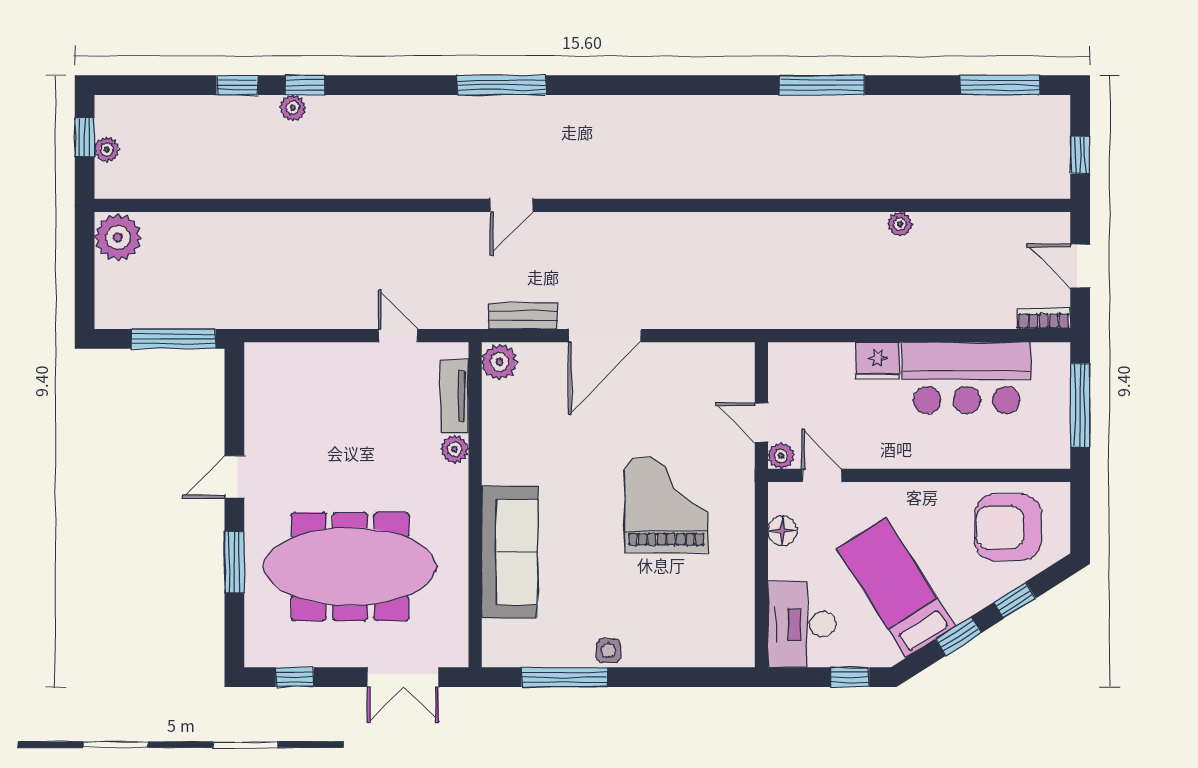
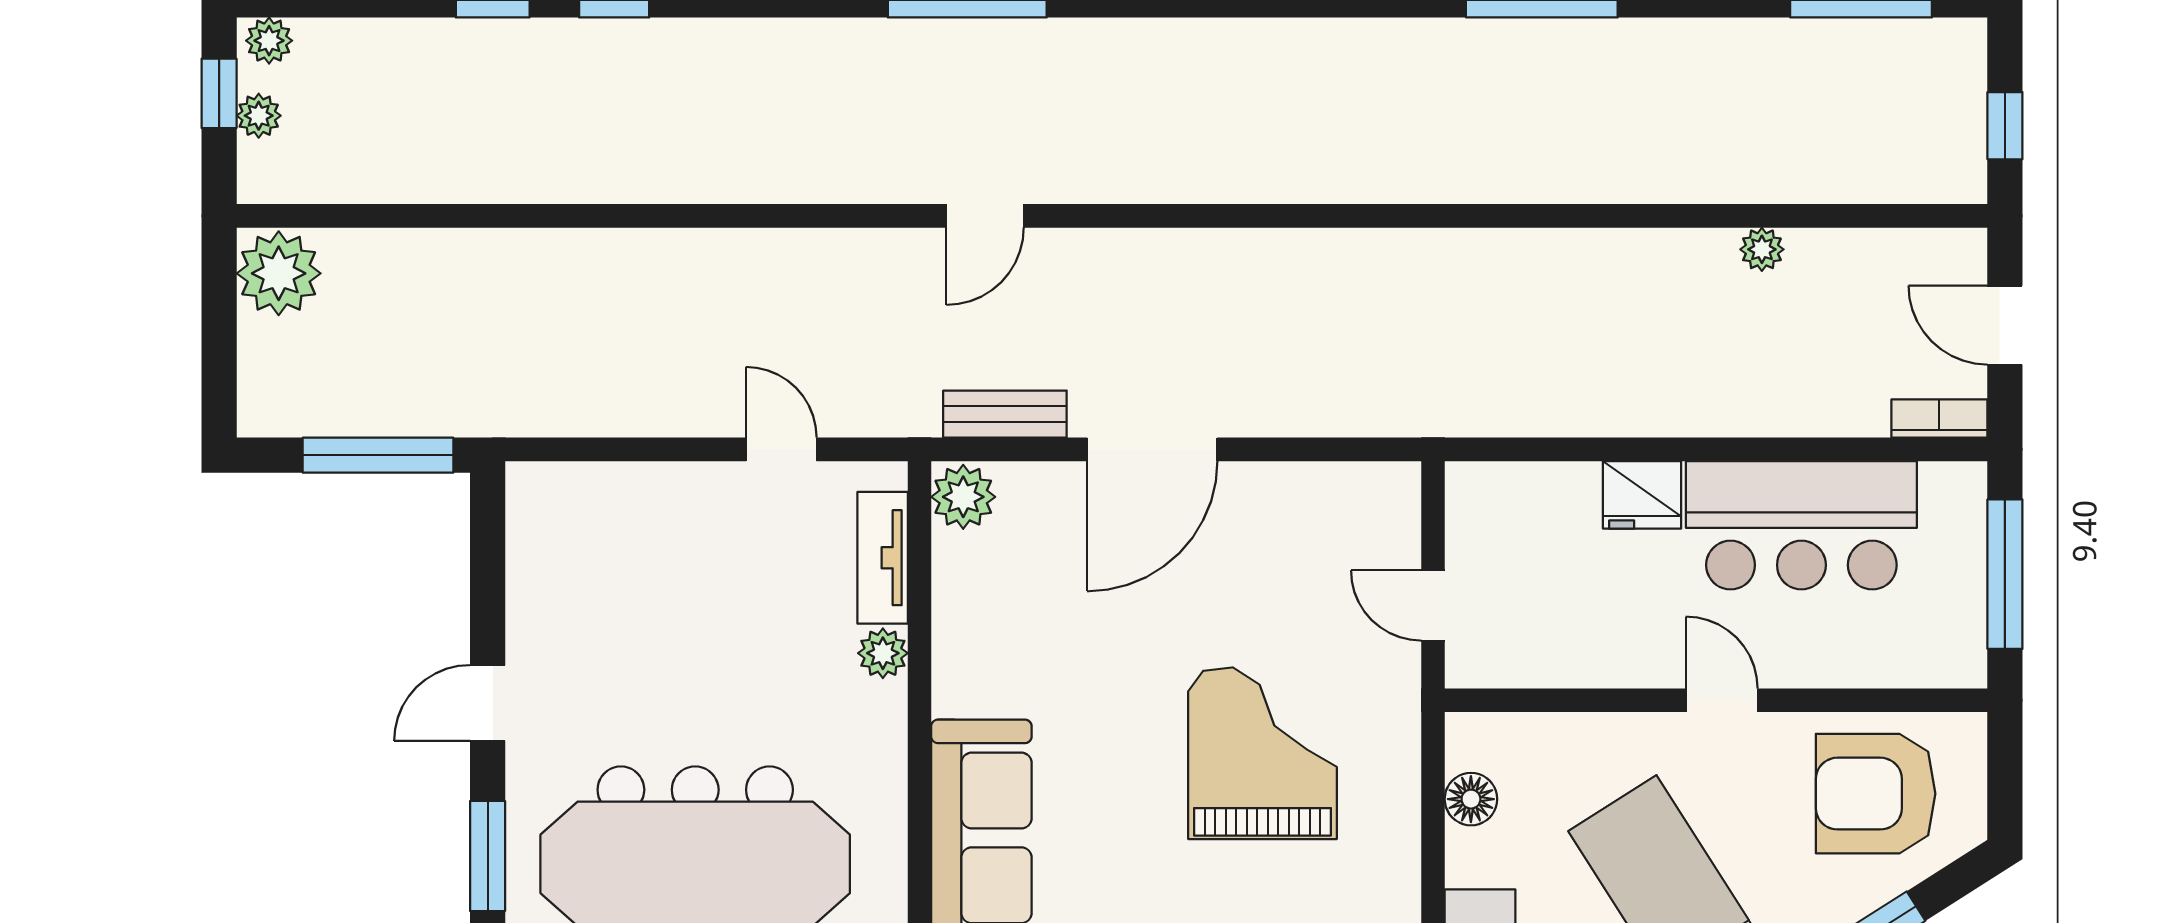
plant: (293, 108) -> (269, 41), moved
plant: (900, 224) -> (1762, 249), moved
plant: (781, 456) -> (1468, 665), removed
door: (822, 475) -> (1722, 700), moved

